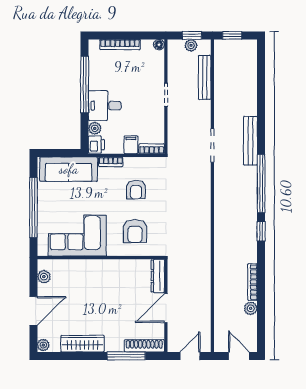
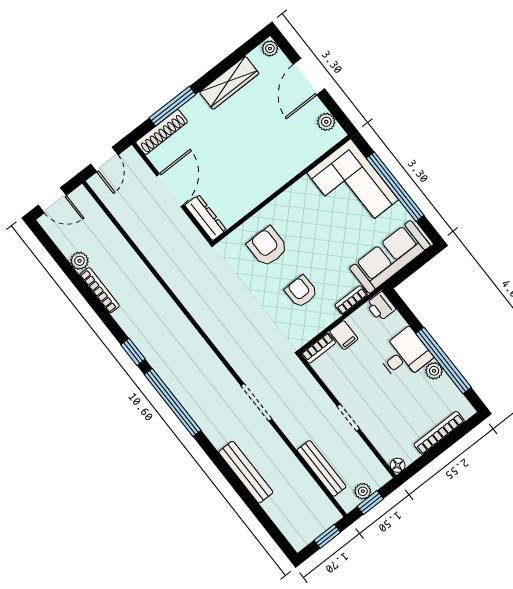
plant: (95, 128) -> (434, 371), moved
bench: (250, 141) -> (246, 472), moved
corner sofa: (77, 235) -> (353, 186), moved, turned 90

